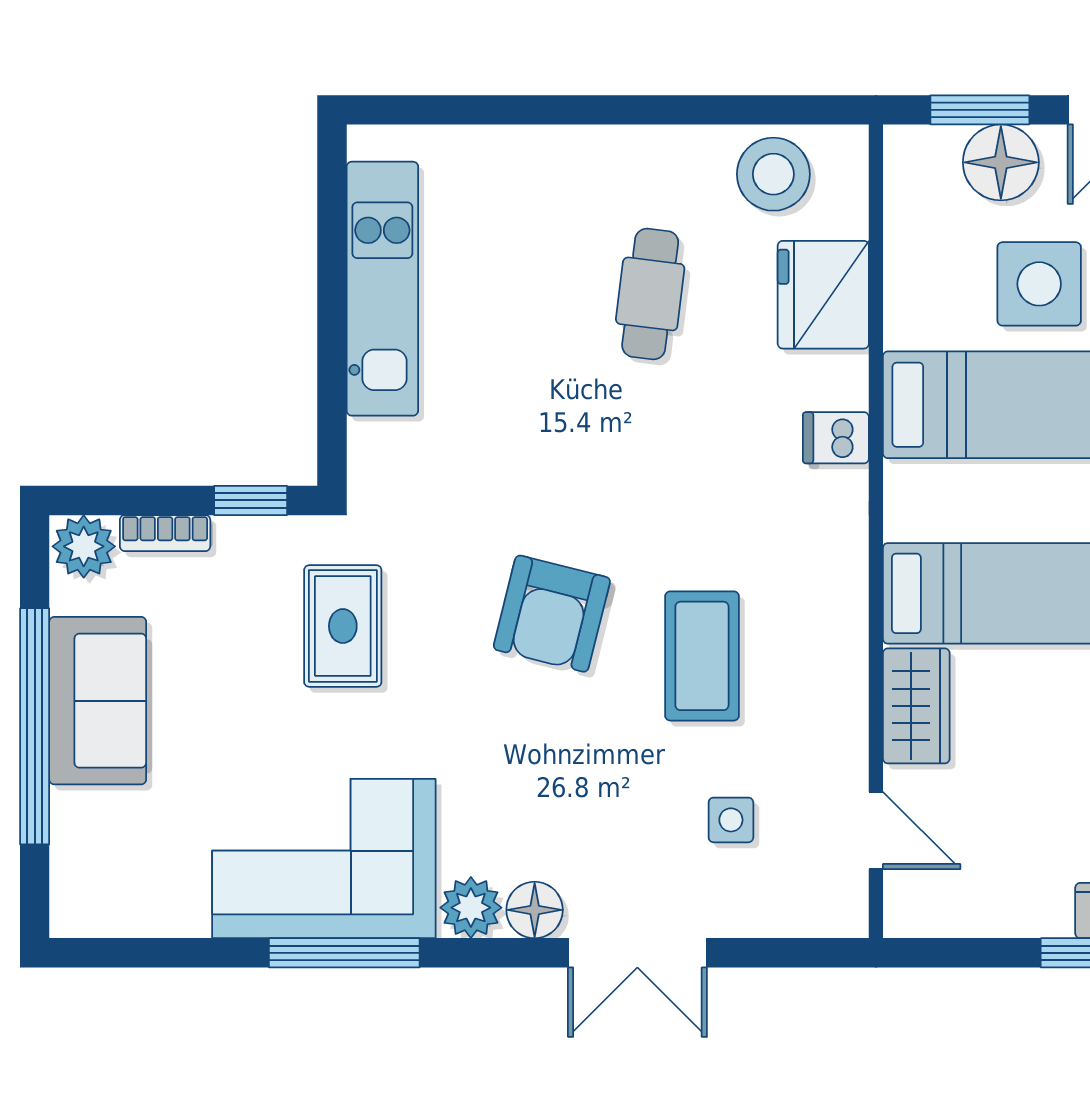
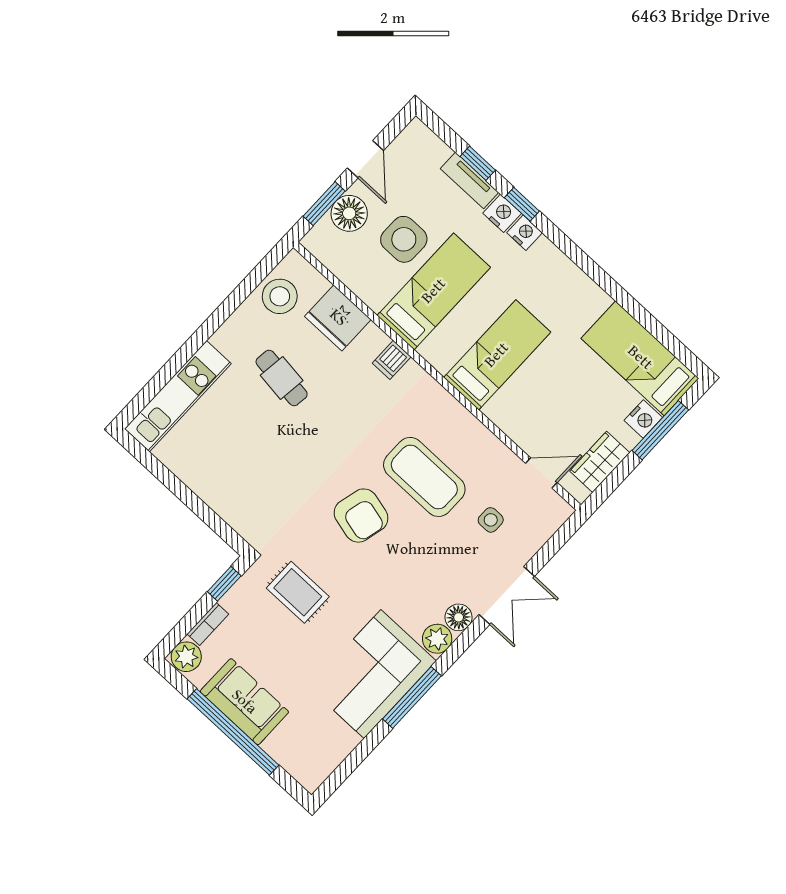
kitchen unit: (382, 289) -> (178, 396), moved, turned 90
coffee table: (702, 656) -> (424, 477), width x1.36, depth x1.32
wardrobe: (916, 706) -> (600, 462), moved, turned -90

